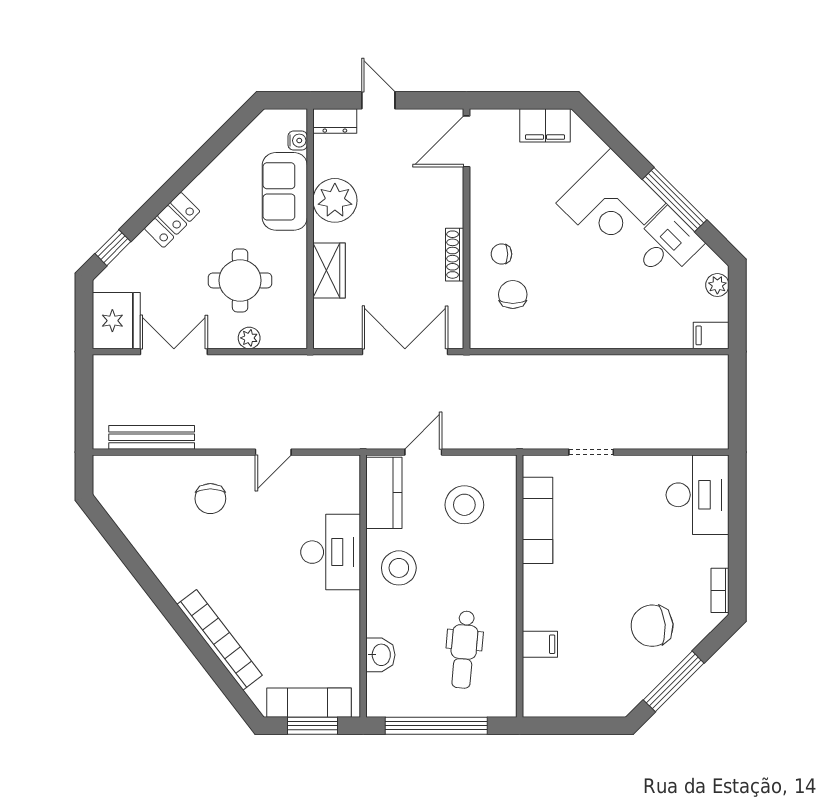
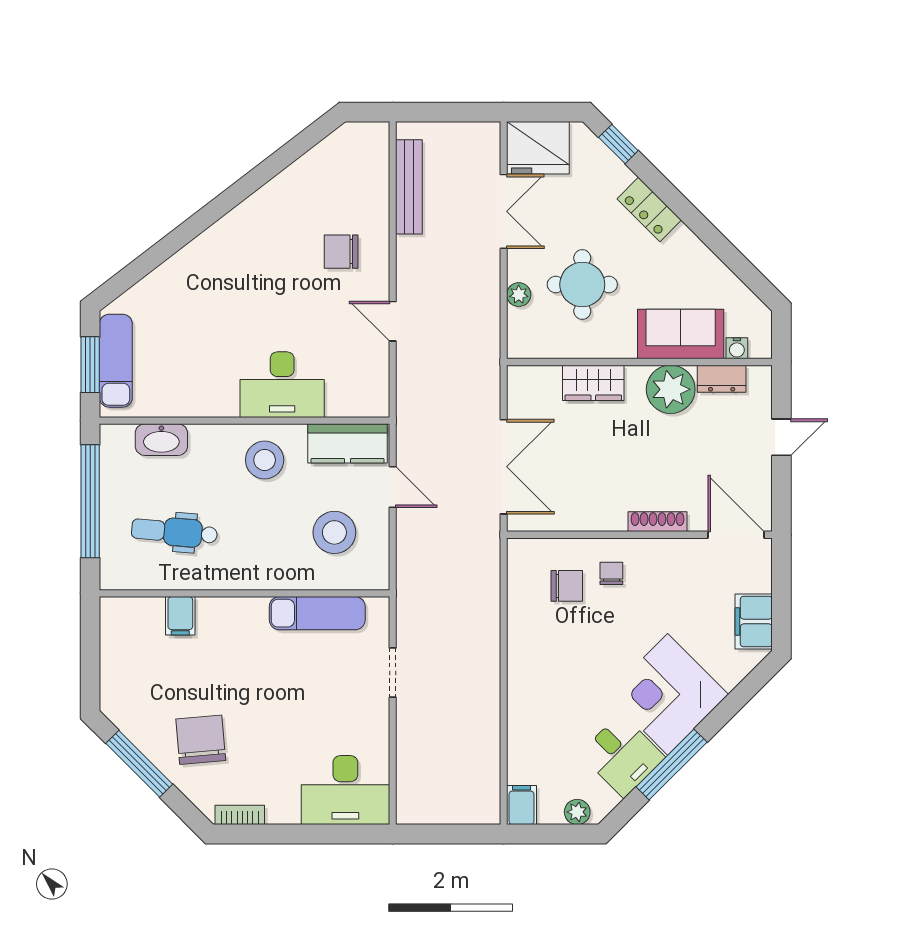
dresser: (335, 121) -> (722, 379), moved, turned -90
shoe rack: (455, 255) -> (658, 522), moved
bookcase: (220, 640) -> (185, 262), removed
washbasin: (380, 655) -> (161, 440), width x1.38

